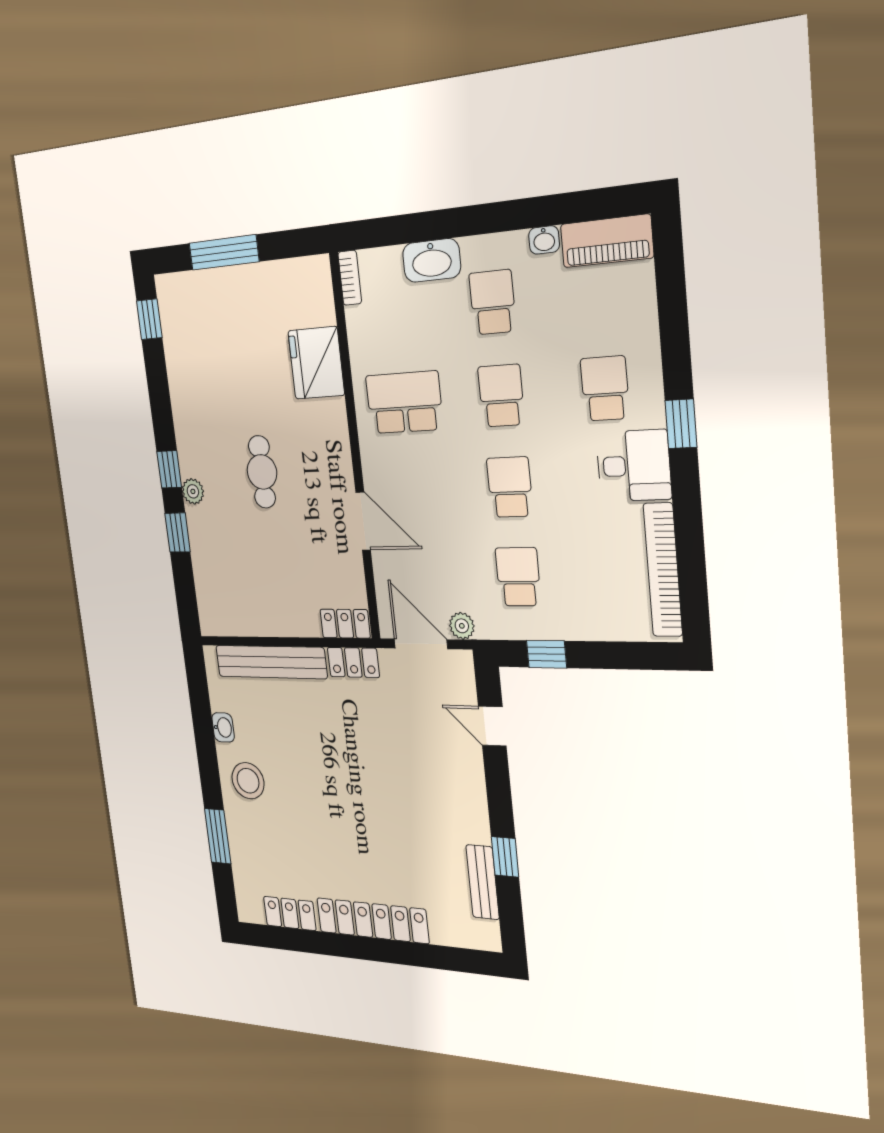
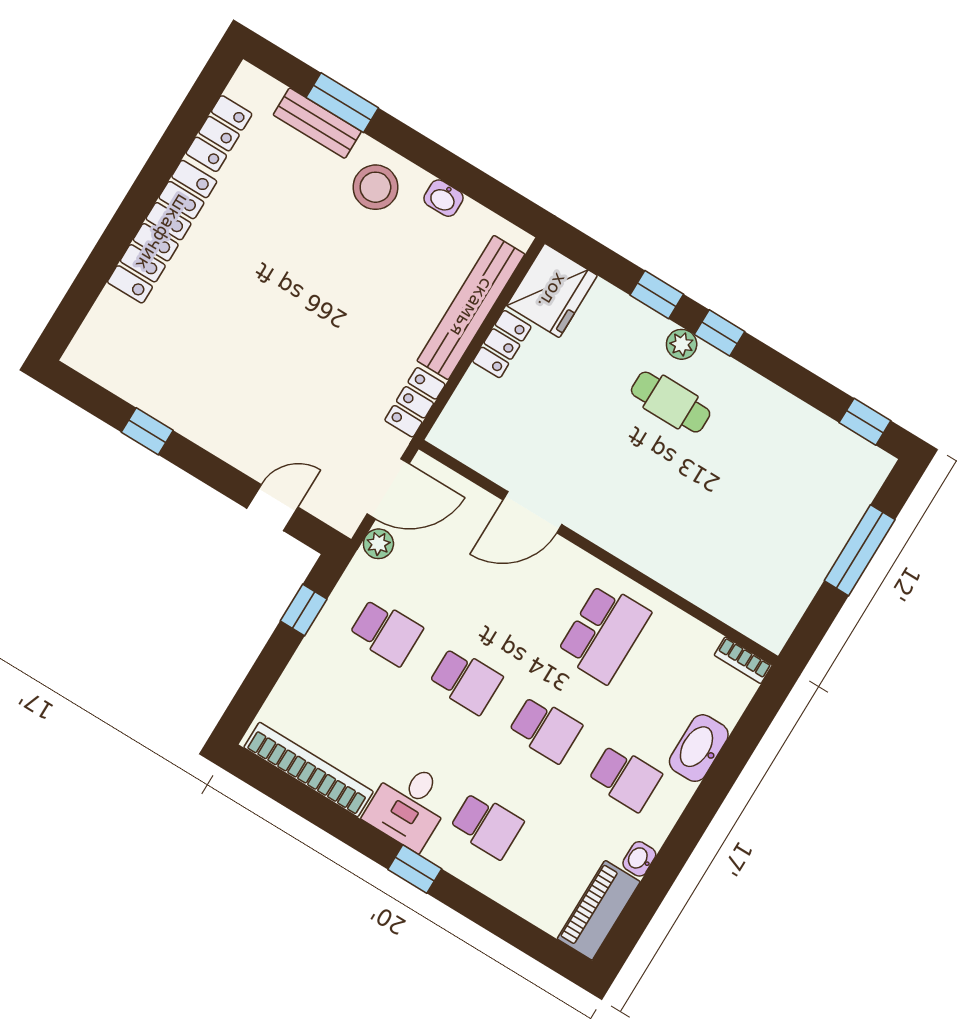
fridge: (316, 363) -> (552, 291), moved, turned 90
cafe table: (262, 472) -> (671, 402), moved
locker: (345, 624) -> (502, 344), moved
bench: (483, 882) -> (317, 123), moved

